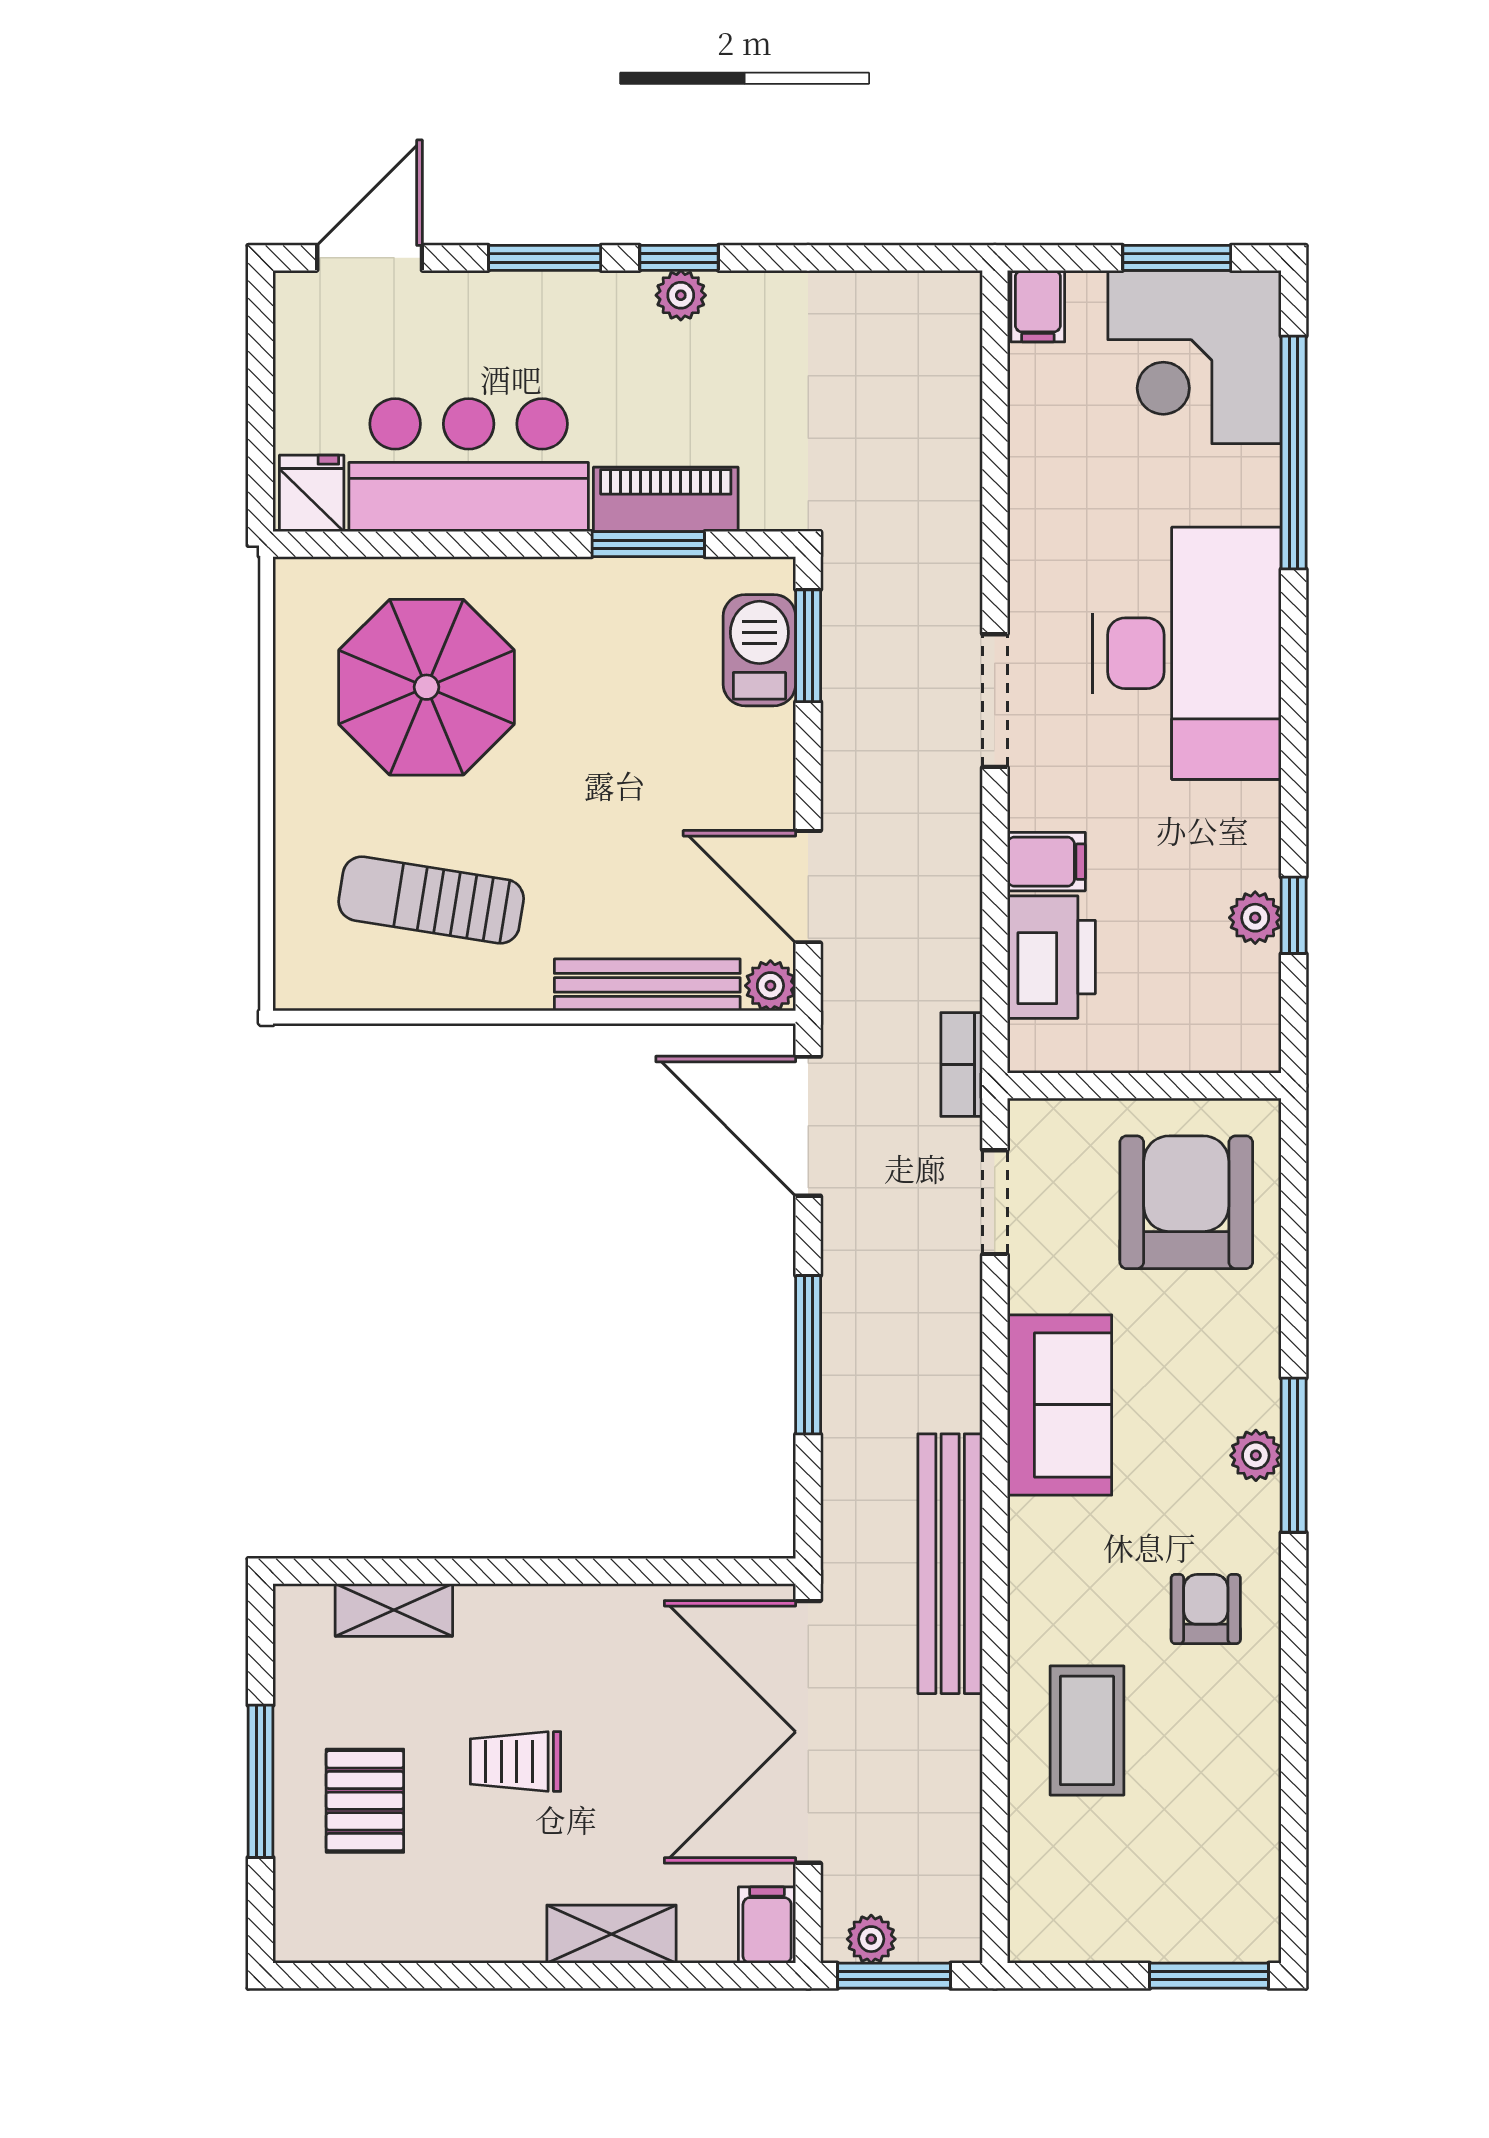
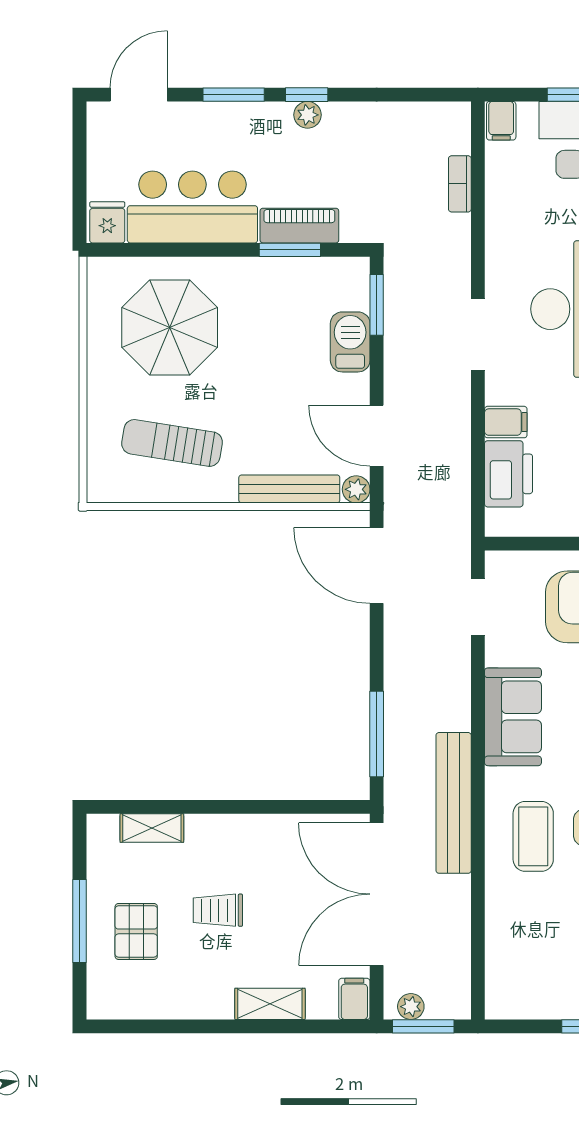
barbecue: (759, 650) -> (350, 342), moved
bookcase: (962, 1064) -> (460, 184), moved
window: (808, 1355) -> (377, 734), moved
coffee table: (1087, 1730) -> (533, 836), moved

